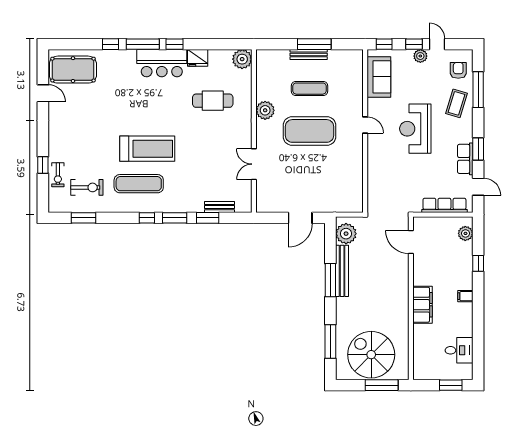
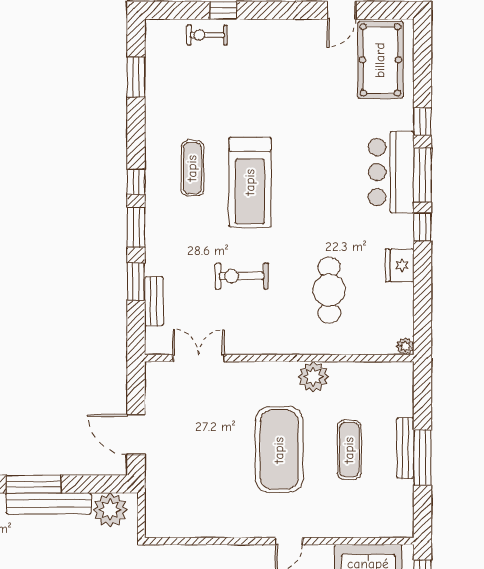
plant: (242, 59) -> (405, 346), width x0.53, depth x0.53
bar counter: (162, 63) -> (391, 172), moved
double door: (254, 164) -> (199, 358), moved
exercise mat: (139, 184) -> (192, 168), width x0.73, depth x0.69
exercise bike: (87, 187) -> (242, 276), moved, turned 90

